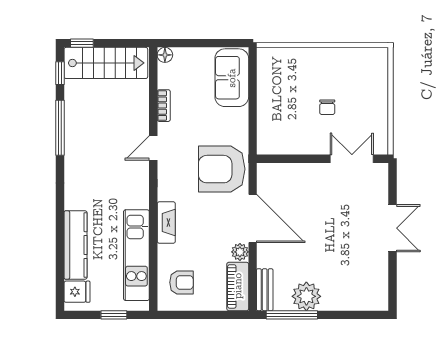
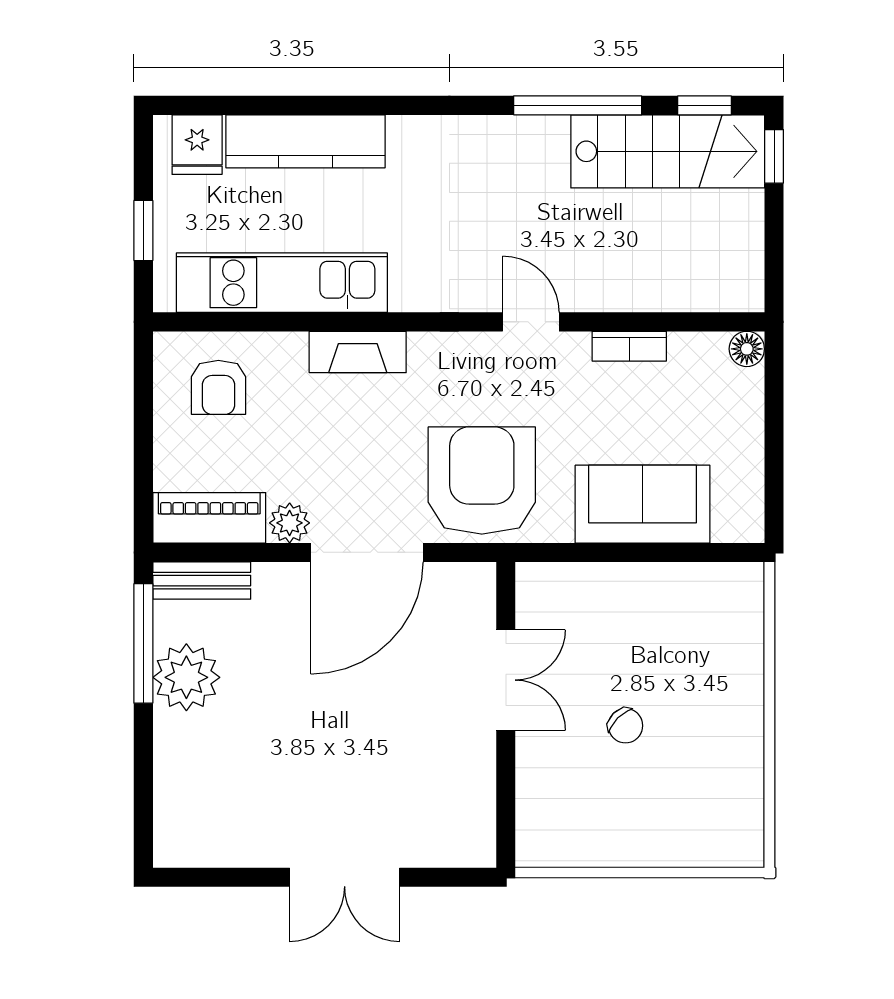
stairs: (106, 63) -> (668, 151), moved, turned -90
sofa: (232, 78) -> (643, 504), moved
chair: (327, 107) -> (625, 726), turned -135
double door: (352, 159) -> (506, 680), moved

